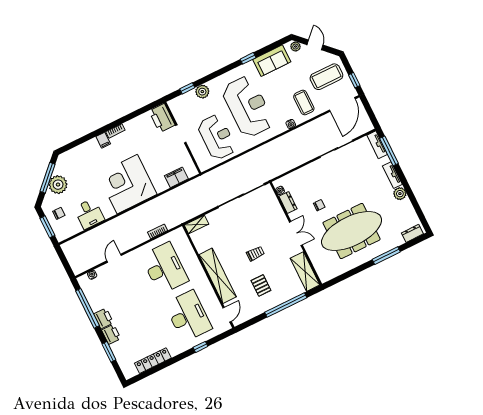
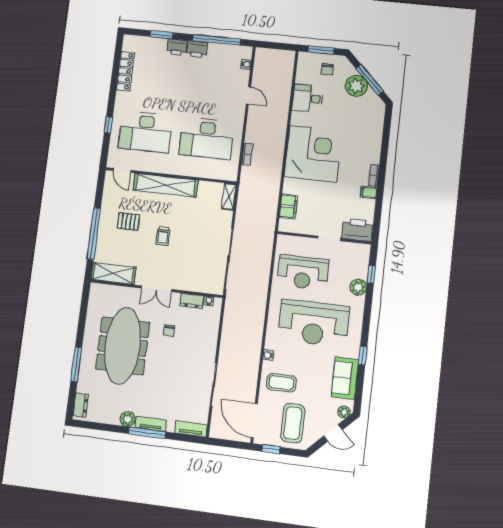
filing cabinet: (103, 140) -> (369, 192), moved
window: (389, 151) -> (147, 433), moved

